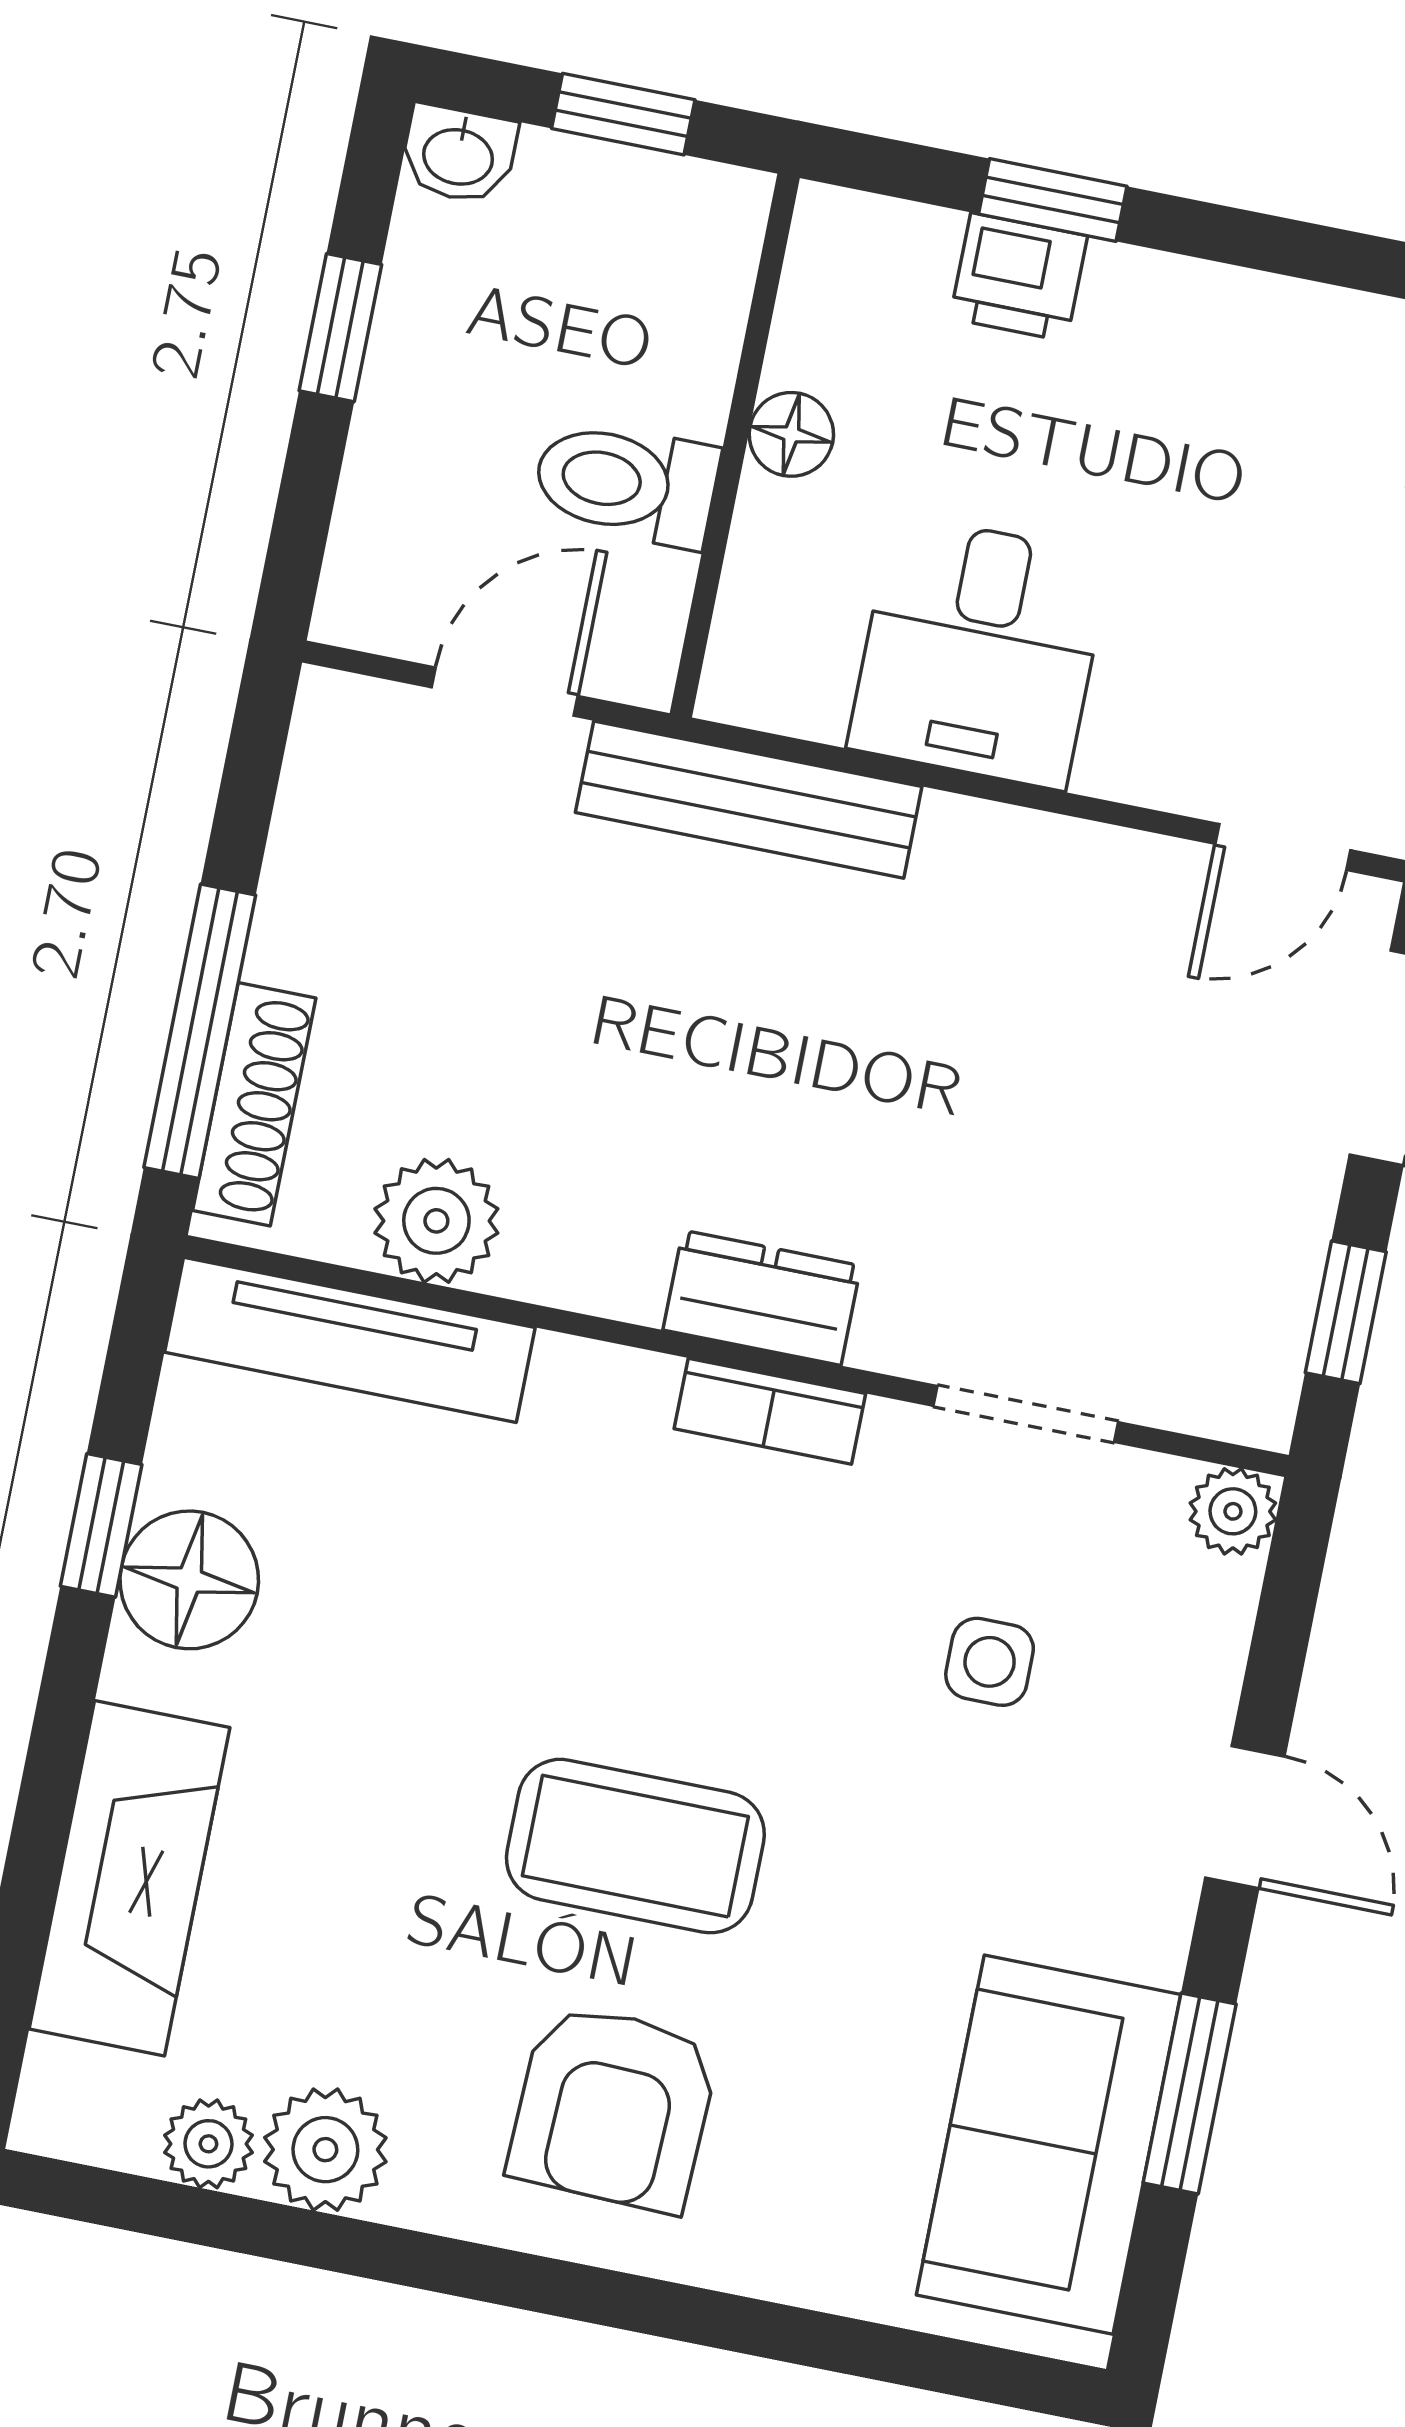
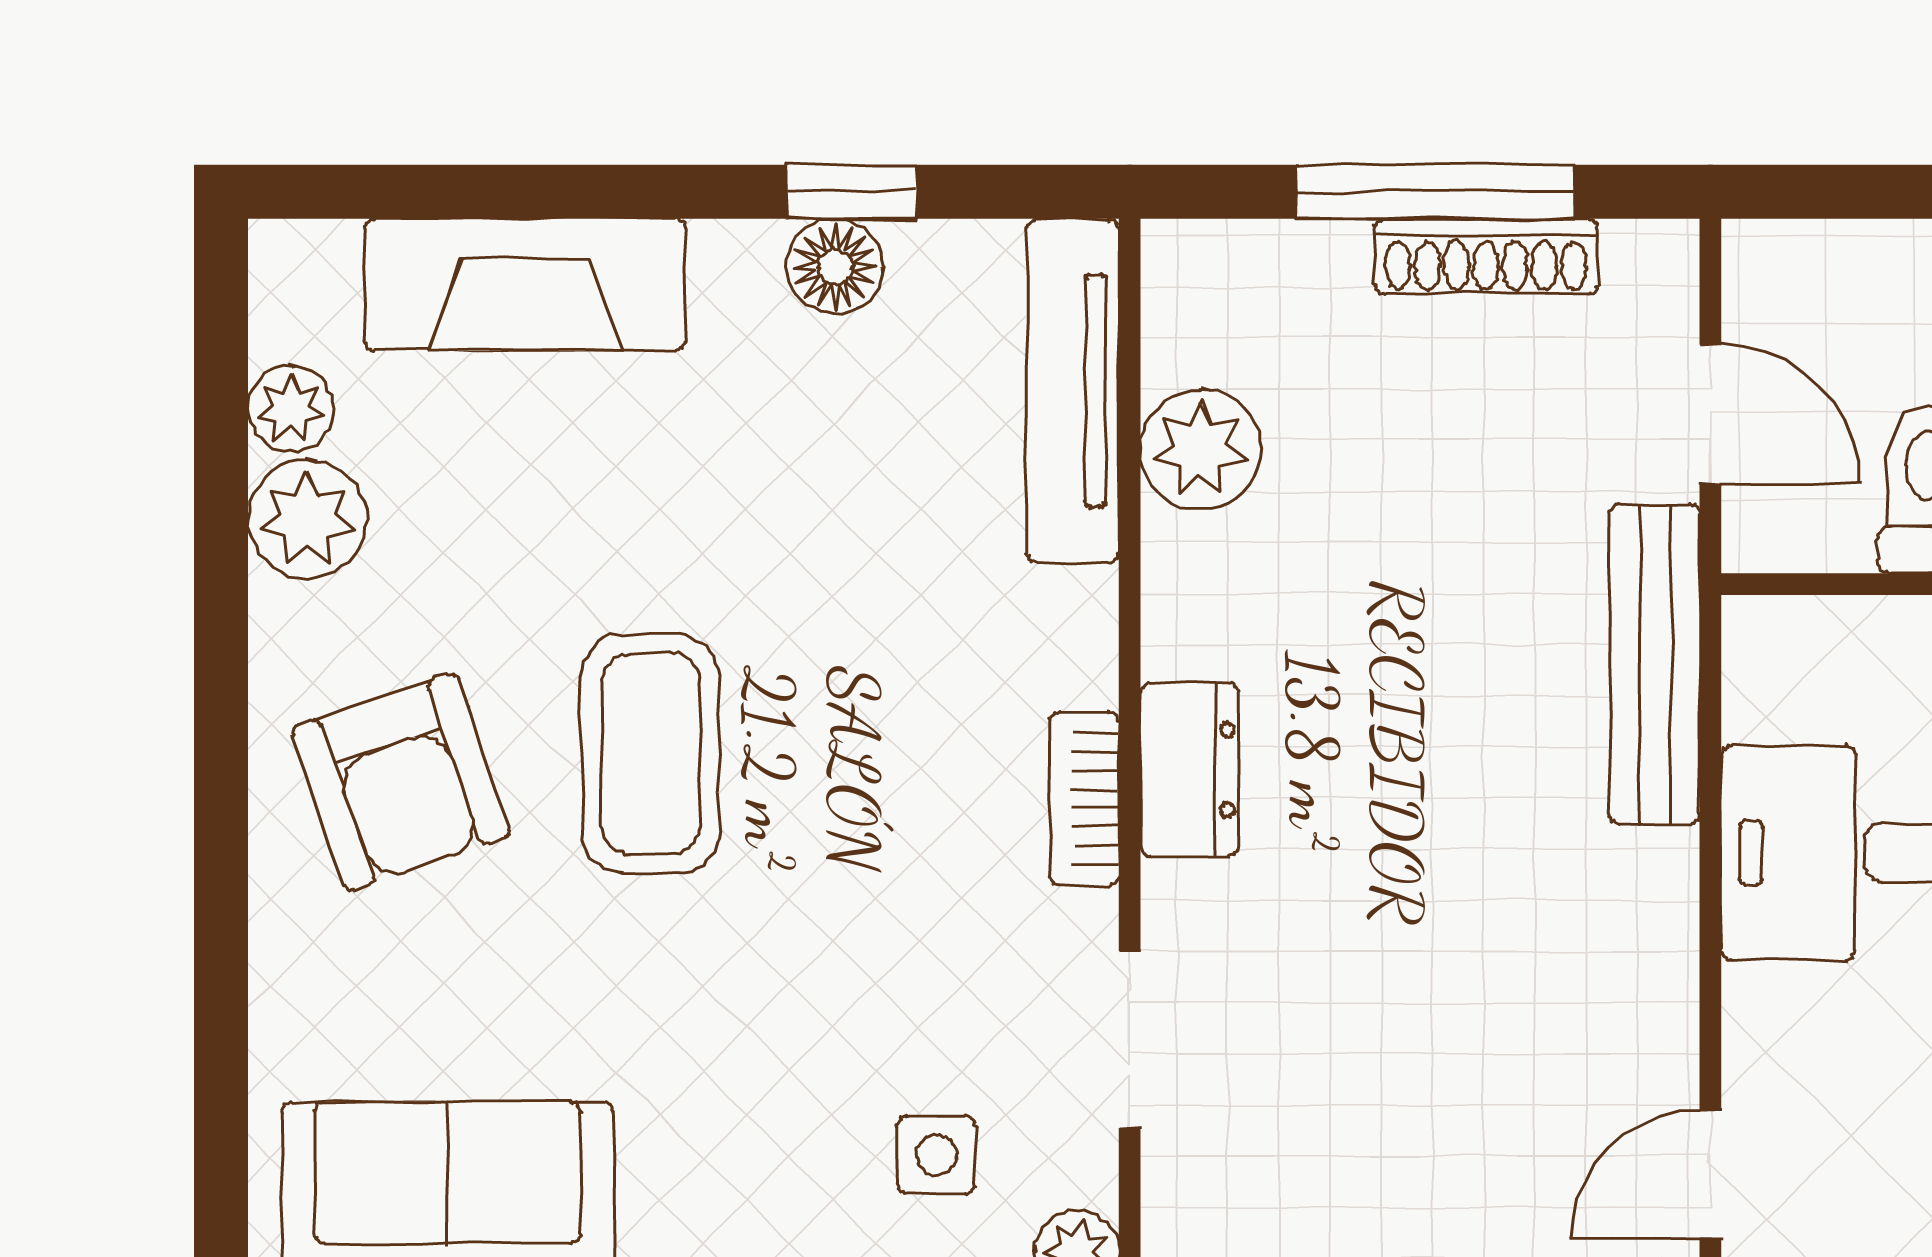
door: (1283, 847) -> (1710, 1174), hinge flipped
window: (200, 1031) -> (1435, 192), moved
shoe rack: (254, 1104) -> (1486, 257), moved
floor lamp: (189, 1580) -> (835, 267), width x0.73, depth x0.73
side table: (990, 1662) -> (936, 1155), moved
armchair: (613, 2108) -> (401, 782), turned -111

